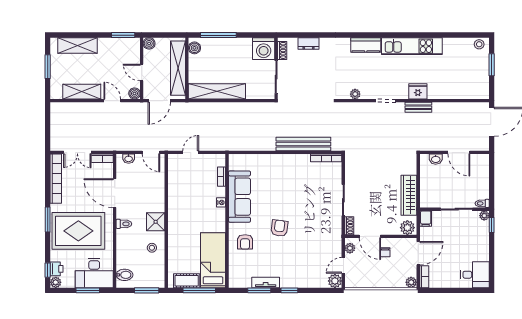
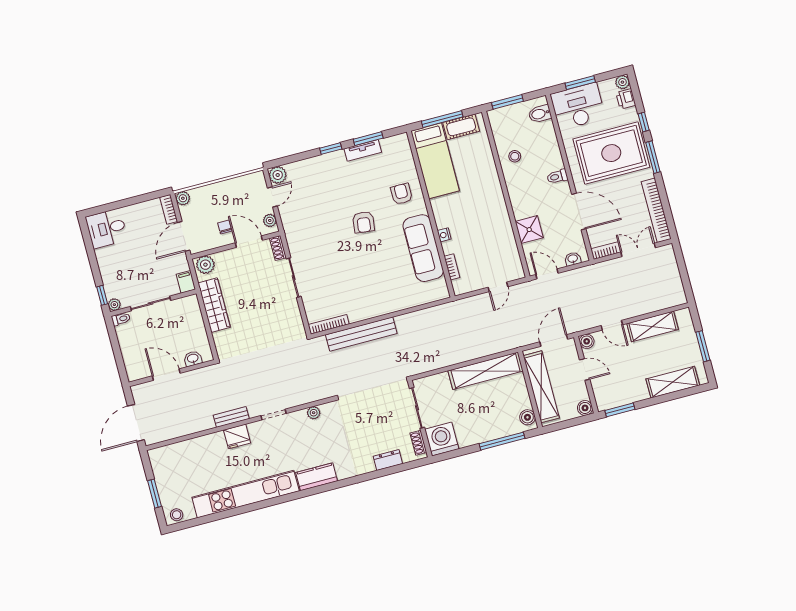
kitchen unit: (412, 46) -> (246, 494), width x1.36
shower: (156, 222) -> (529, 230), moved
window: (48, 270) -> (644, 122), moved

